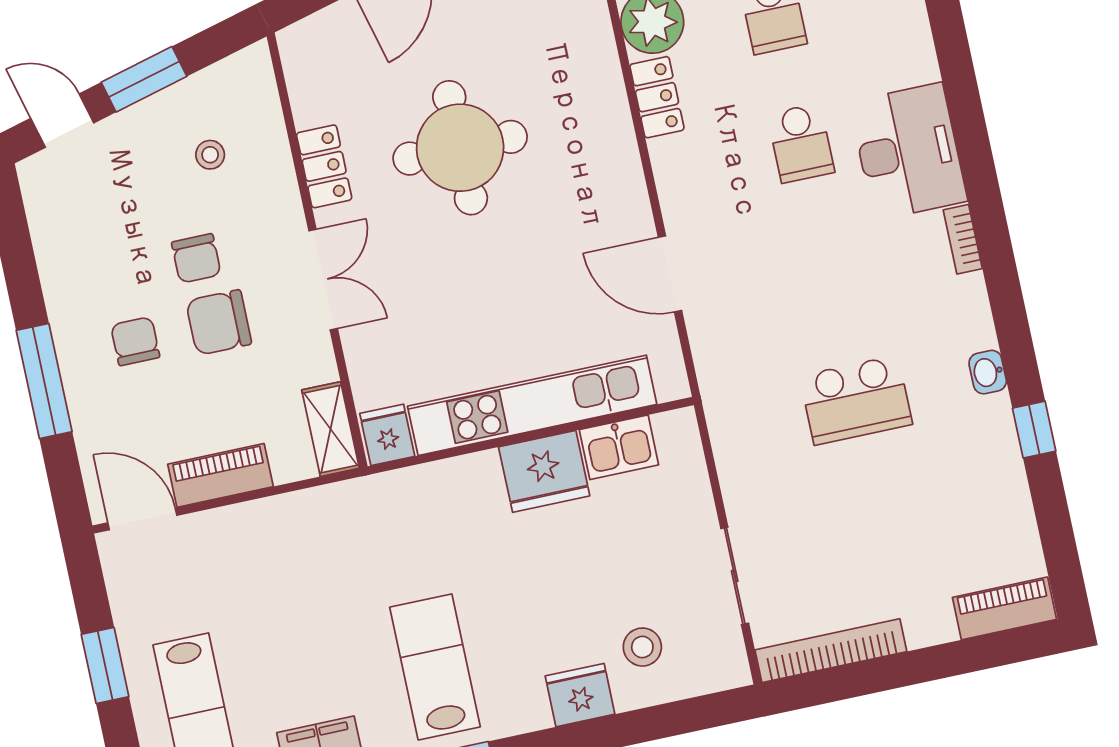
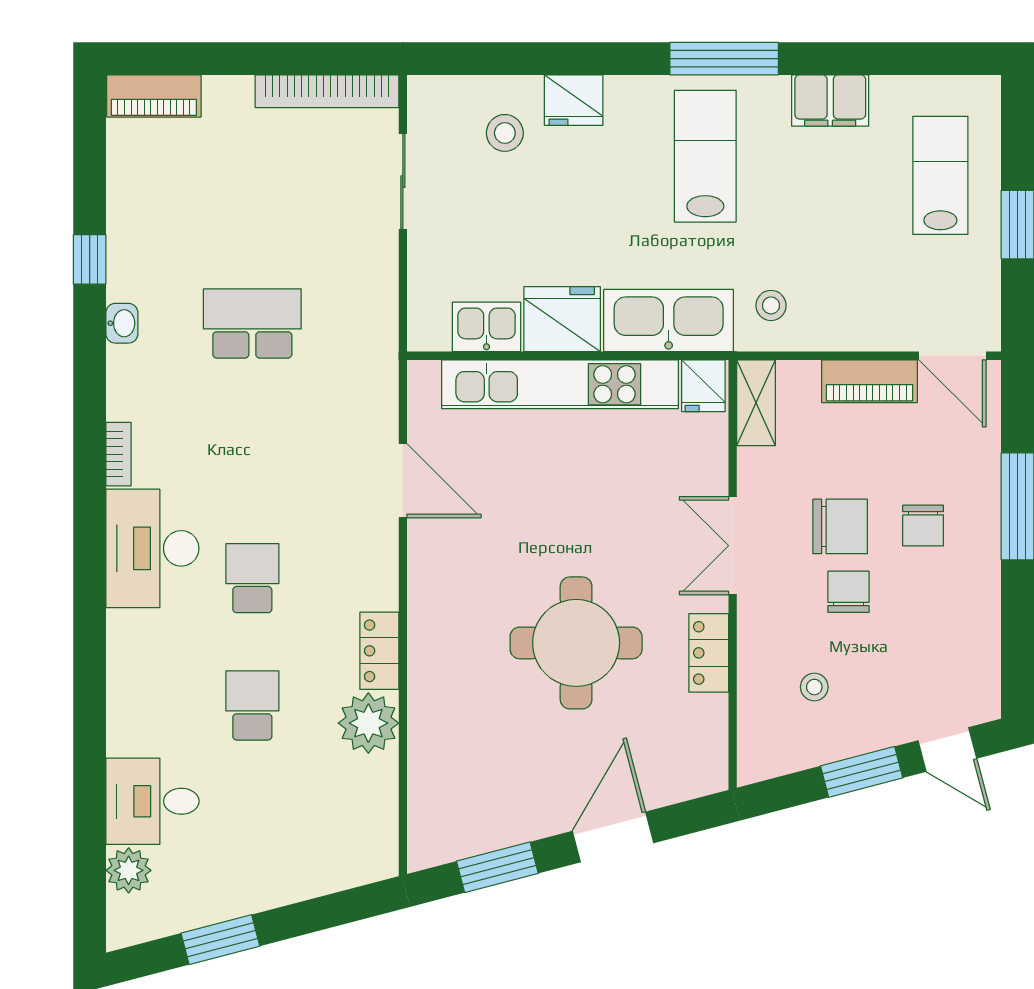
kitchen sink: (436, 493) -> (669, 321), added
stool: (336, 531) -> (771, 305), added
lab bench: (435, 667) -> (705, 156), turned 180

